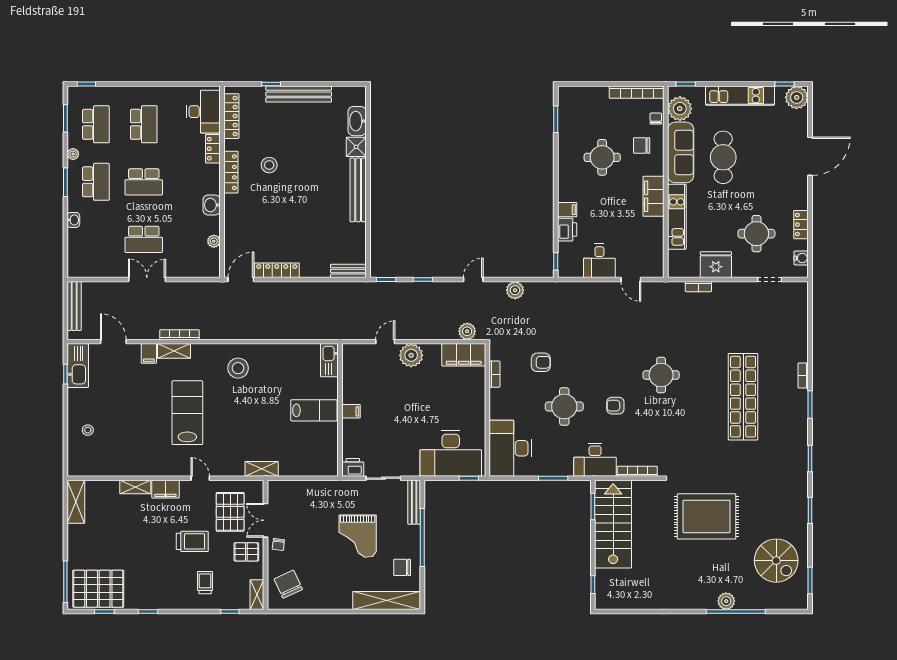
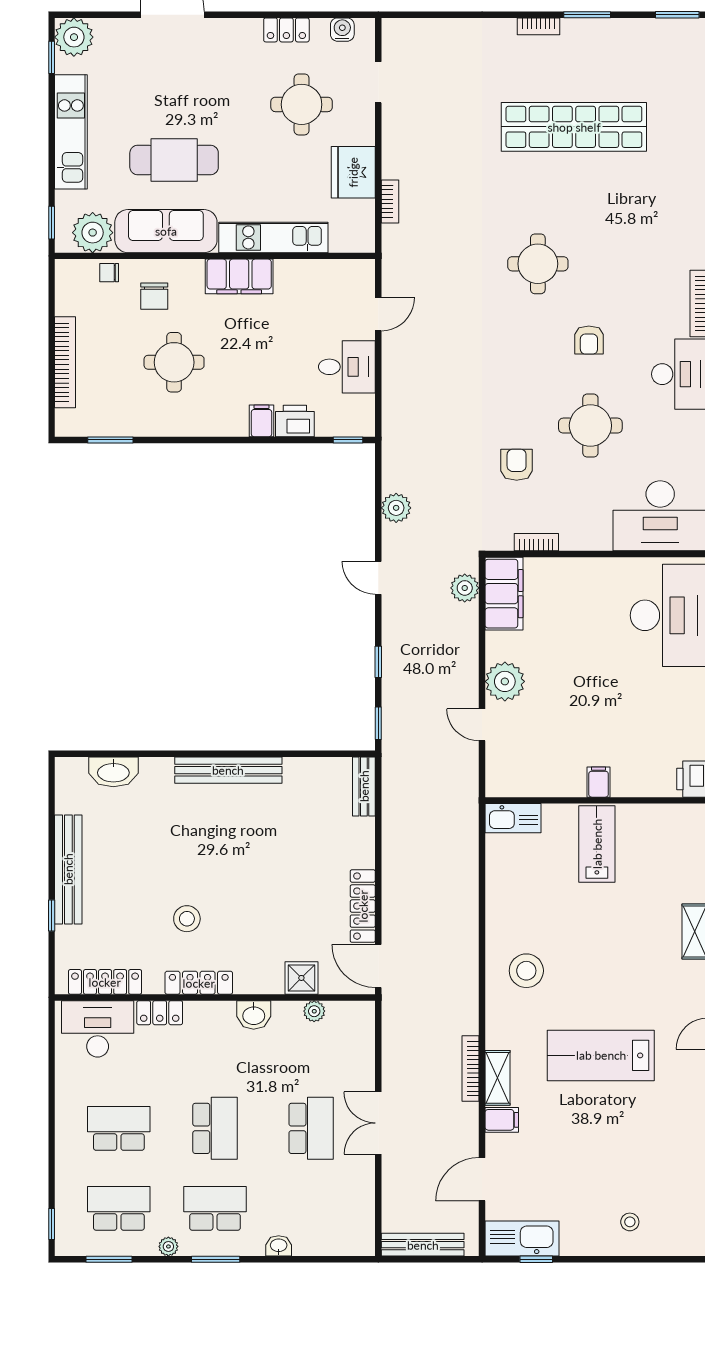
bookcase: (637, 92) -> (65, 362), moved
shower: (356, 147) -> (301, 978), moved

